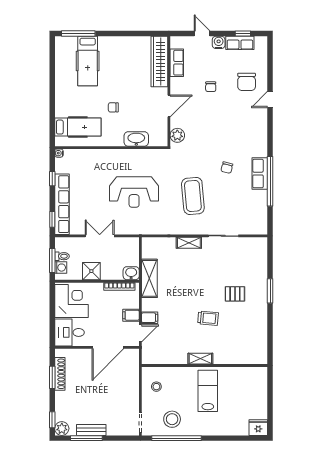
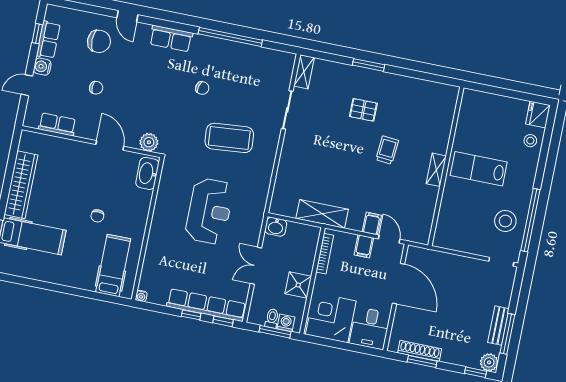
wardrobe: (159, 61) -> (21, 185), moved, turned -90
washbasin: (136, 139) -> (147, 173), moved
row of seats: (260, 174) -> (171, 38), moved
window: (52, 179) -> (191, 315), moved
shelving: (189, 243) -> (304, 72), moved
washbasin: (131, 273) -> (276, 227), moved, turned -90
pallet: (235, 294) -> (363, 110), turned 90
stool: (156, 387) -> (530, 141), moved

